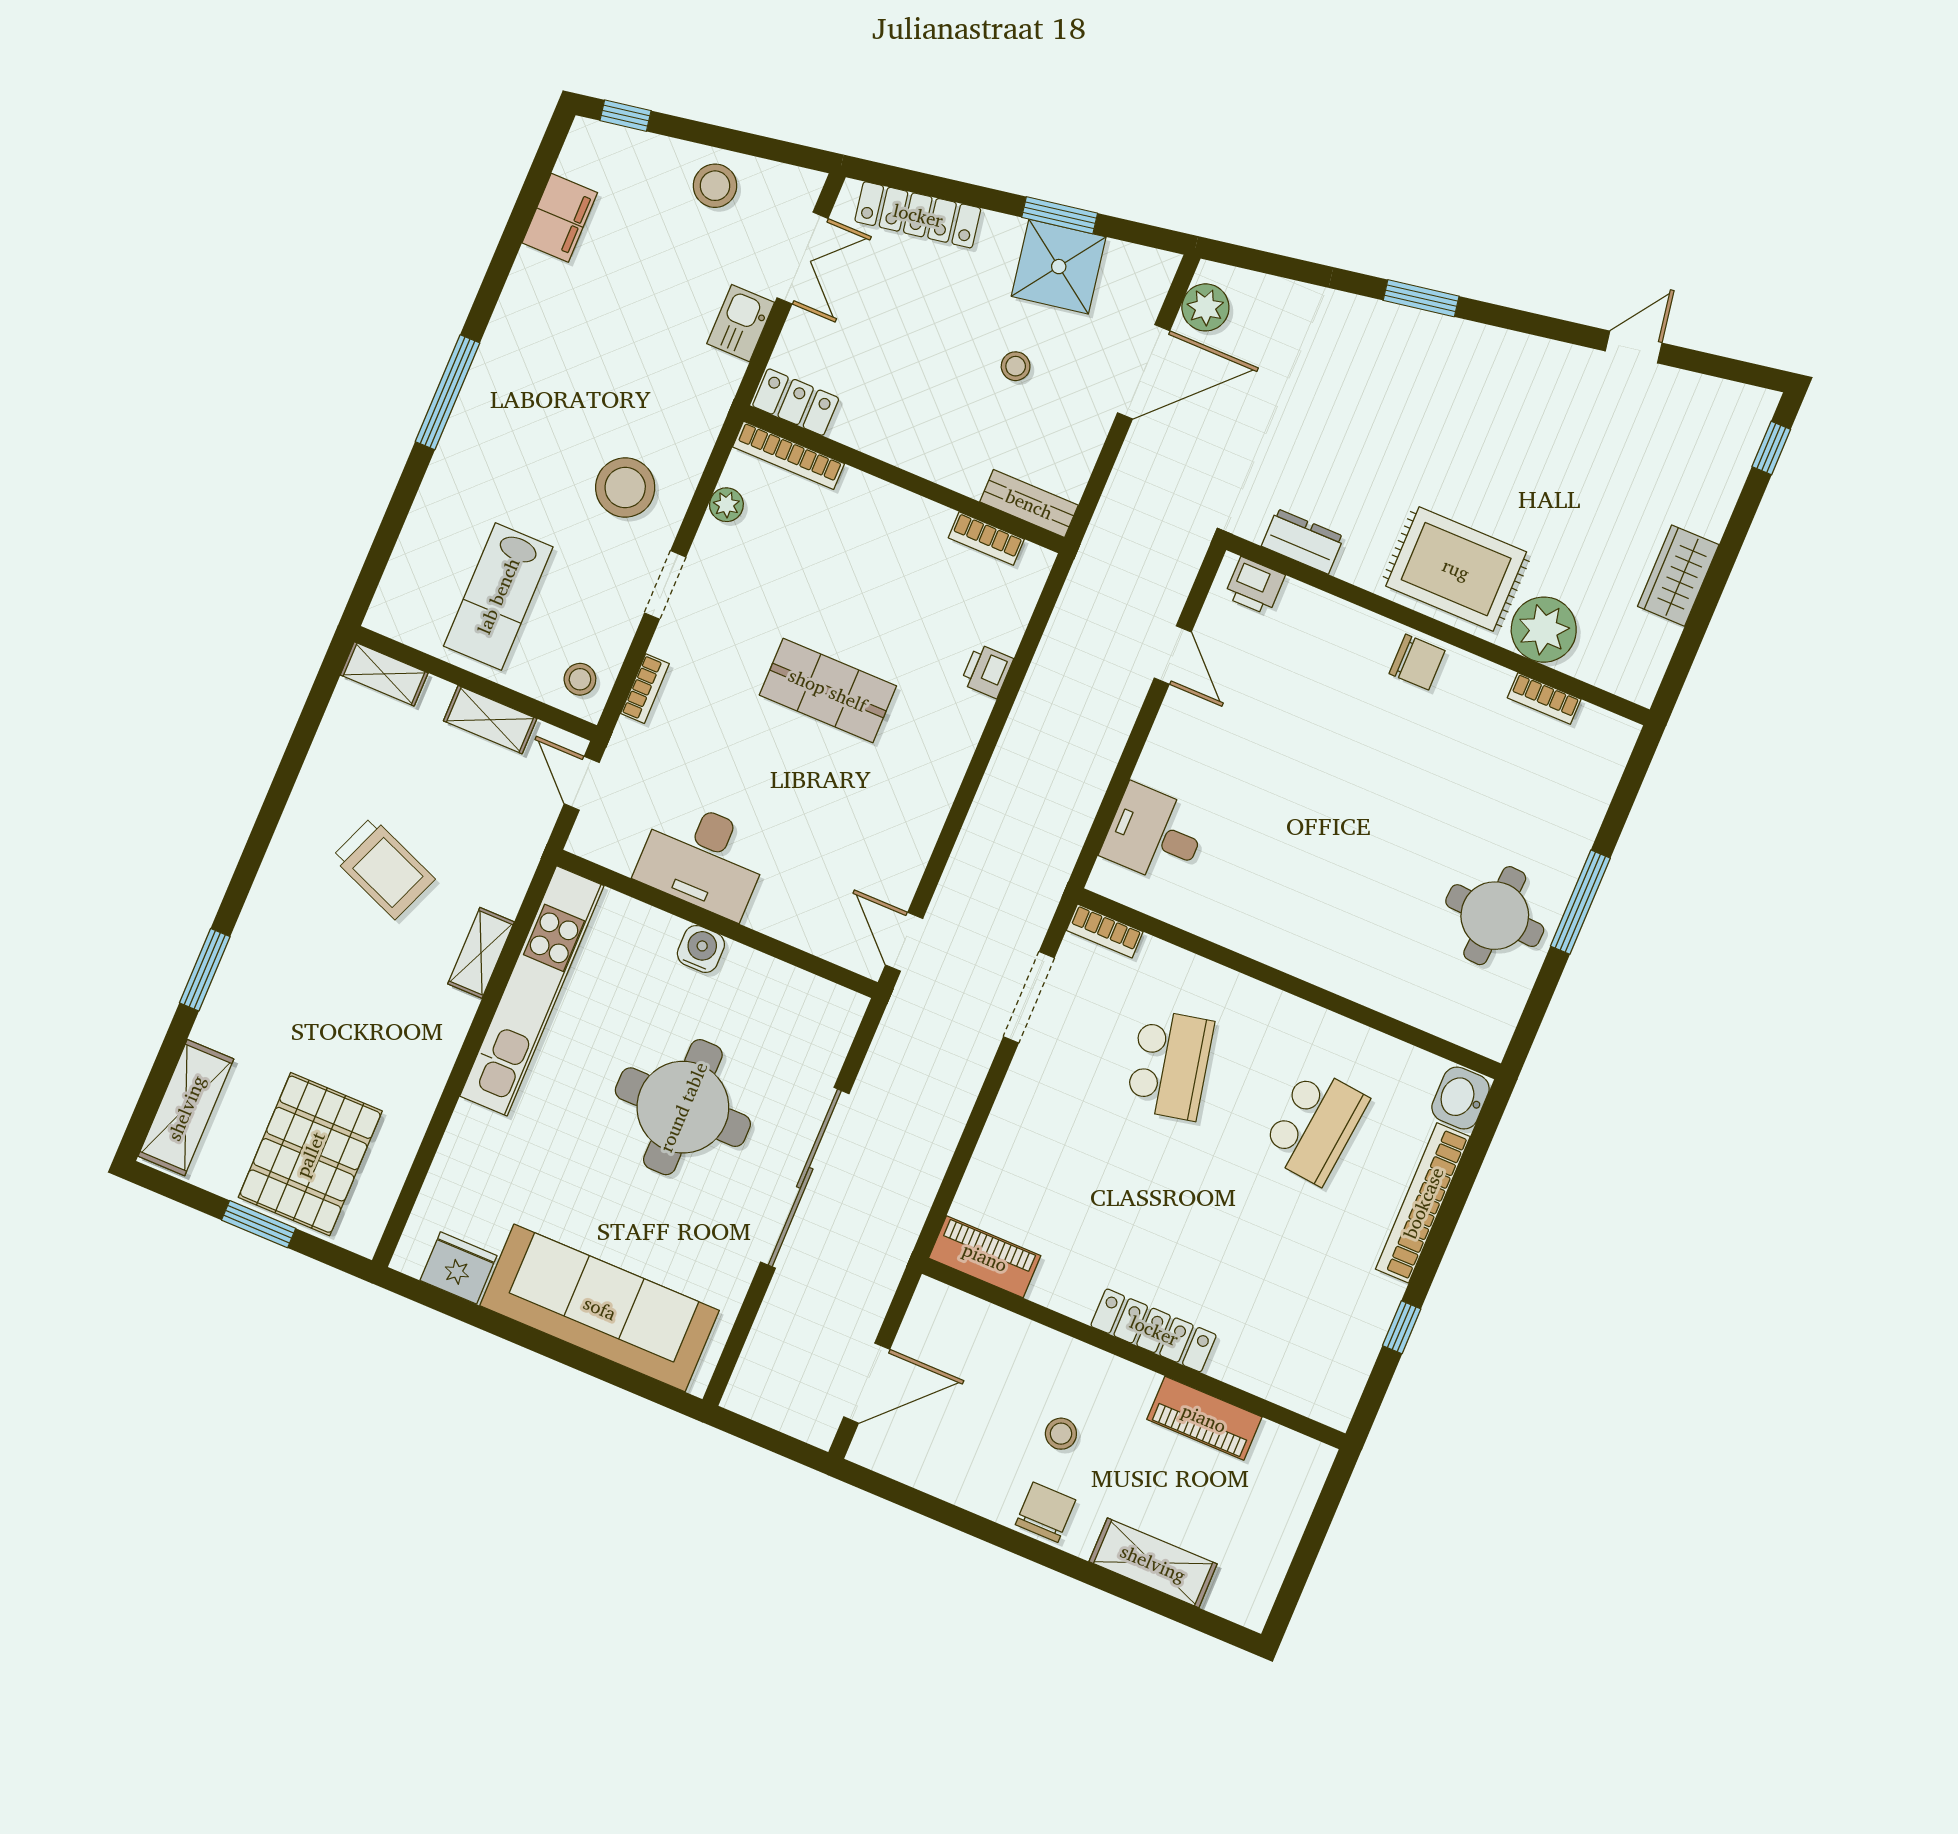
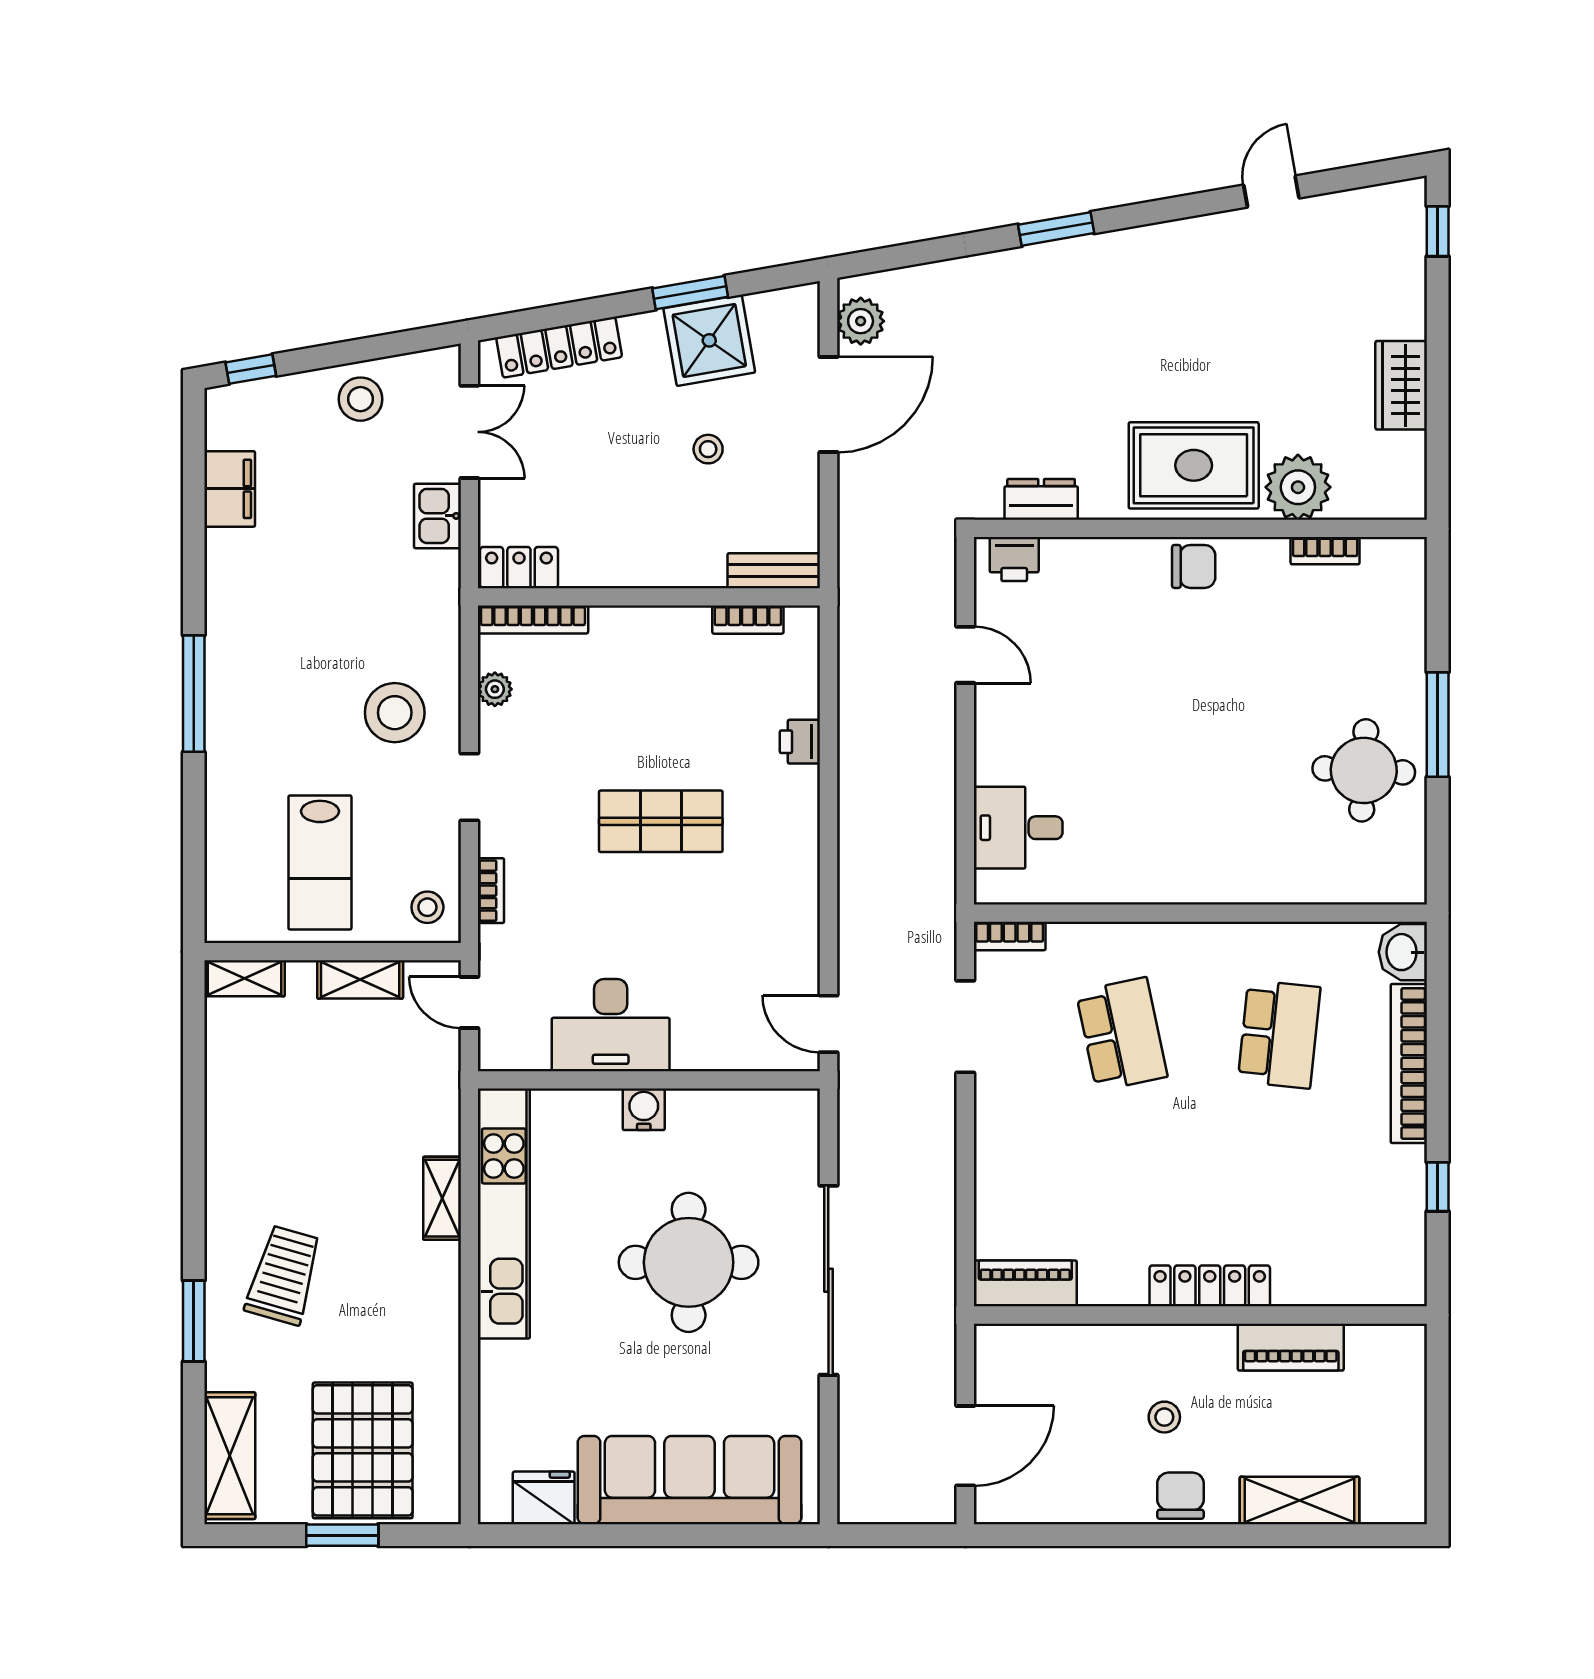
trolley: (383, 868) -> (284, 1275), moved, turned -96

